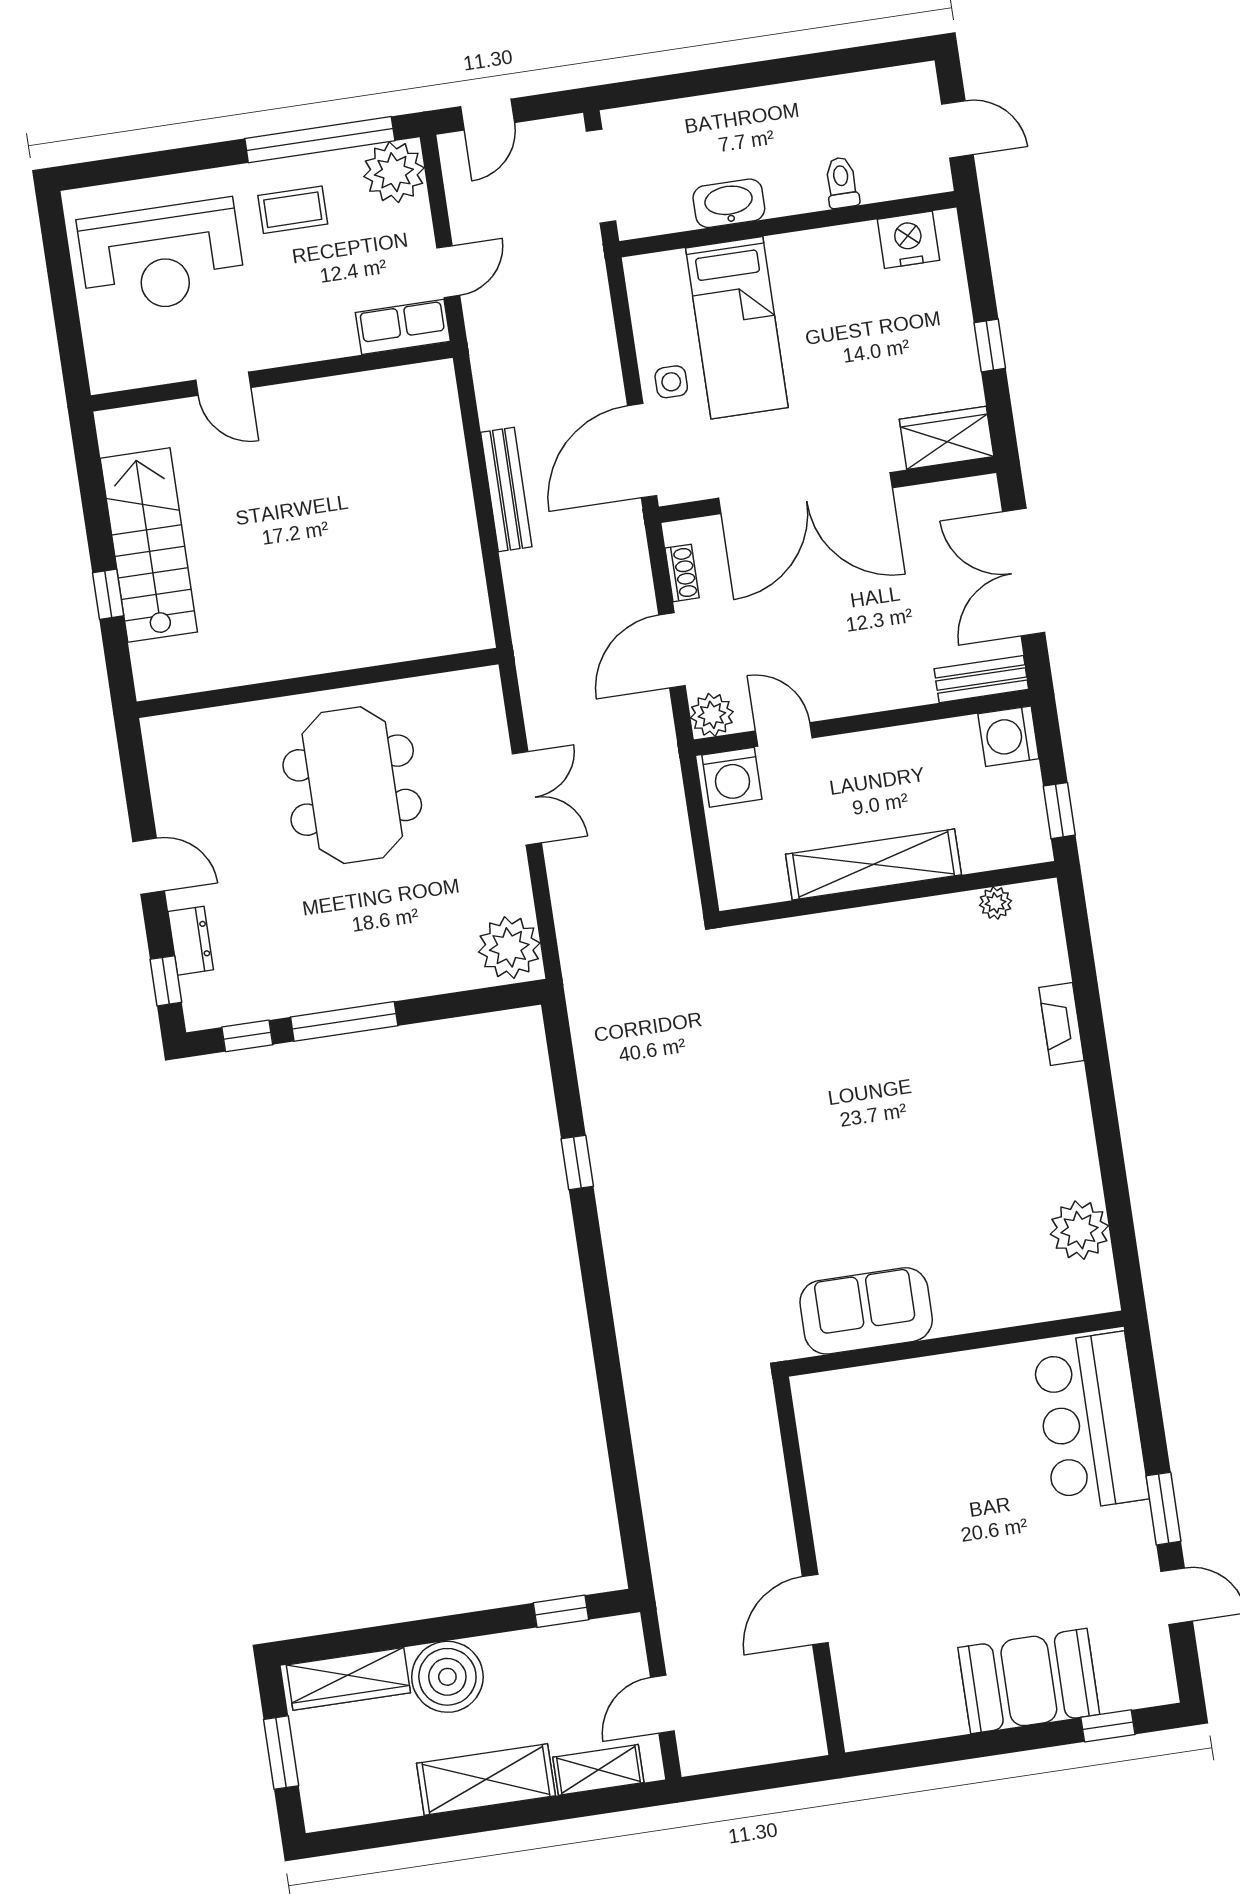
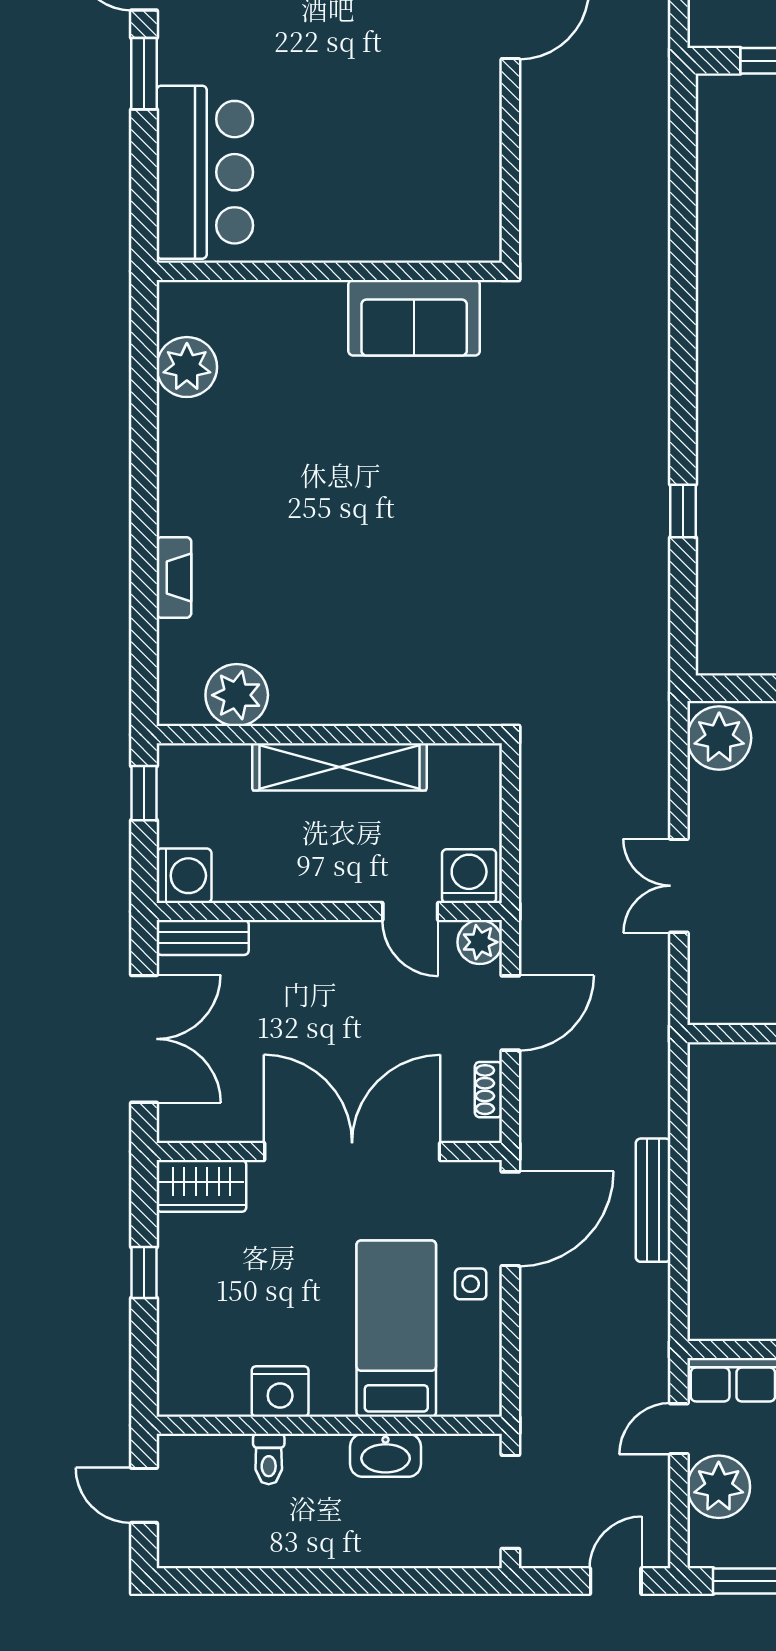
plant: (394, 172) -> (719, 1487), moved
nightstand: (908, 240) -> (280, 1391), moved
plant: (996, 903) -> (237, 695), width x1.88, depth x1.88

